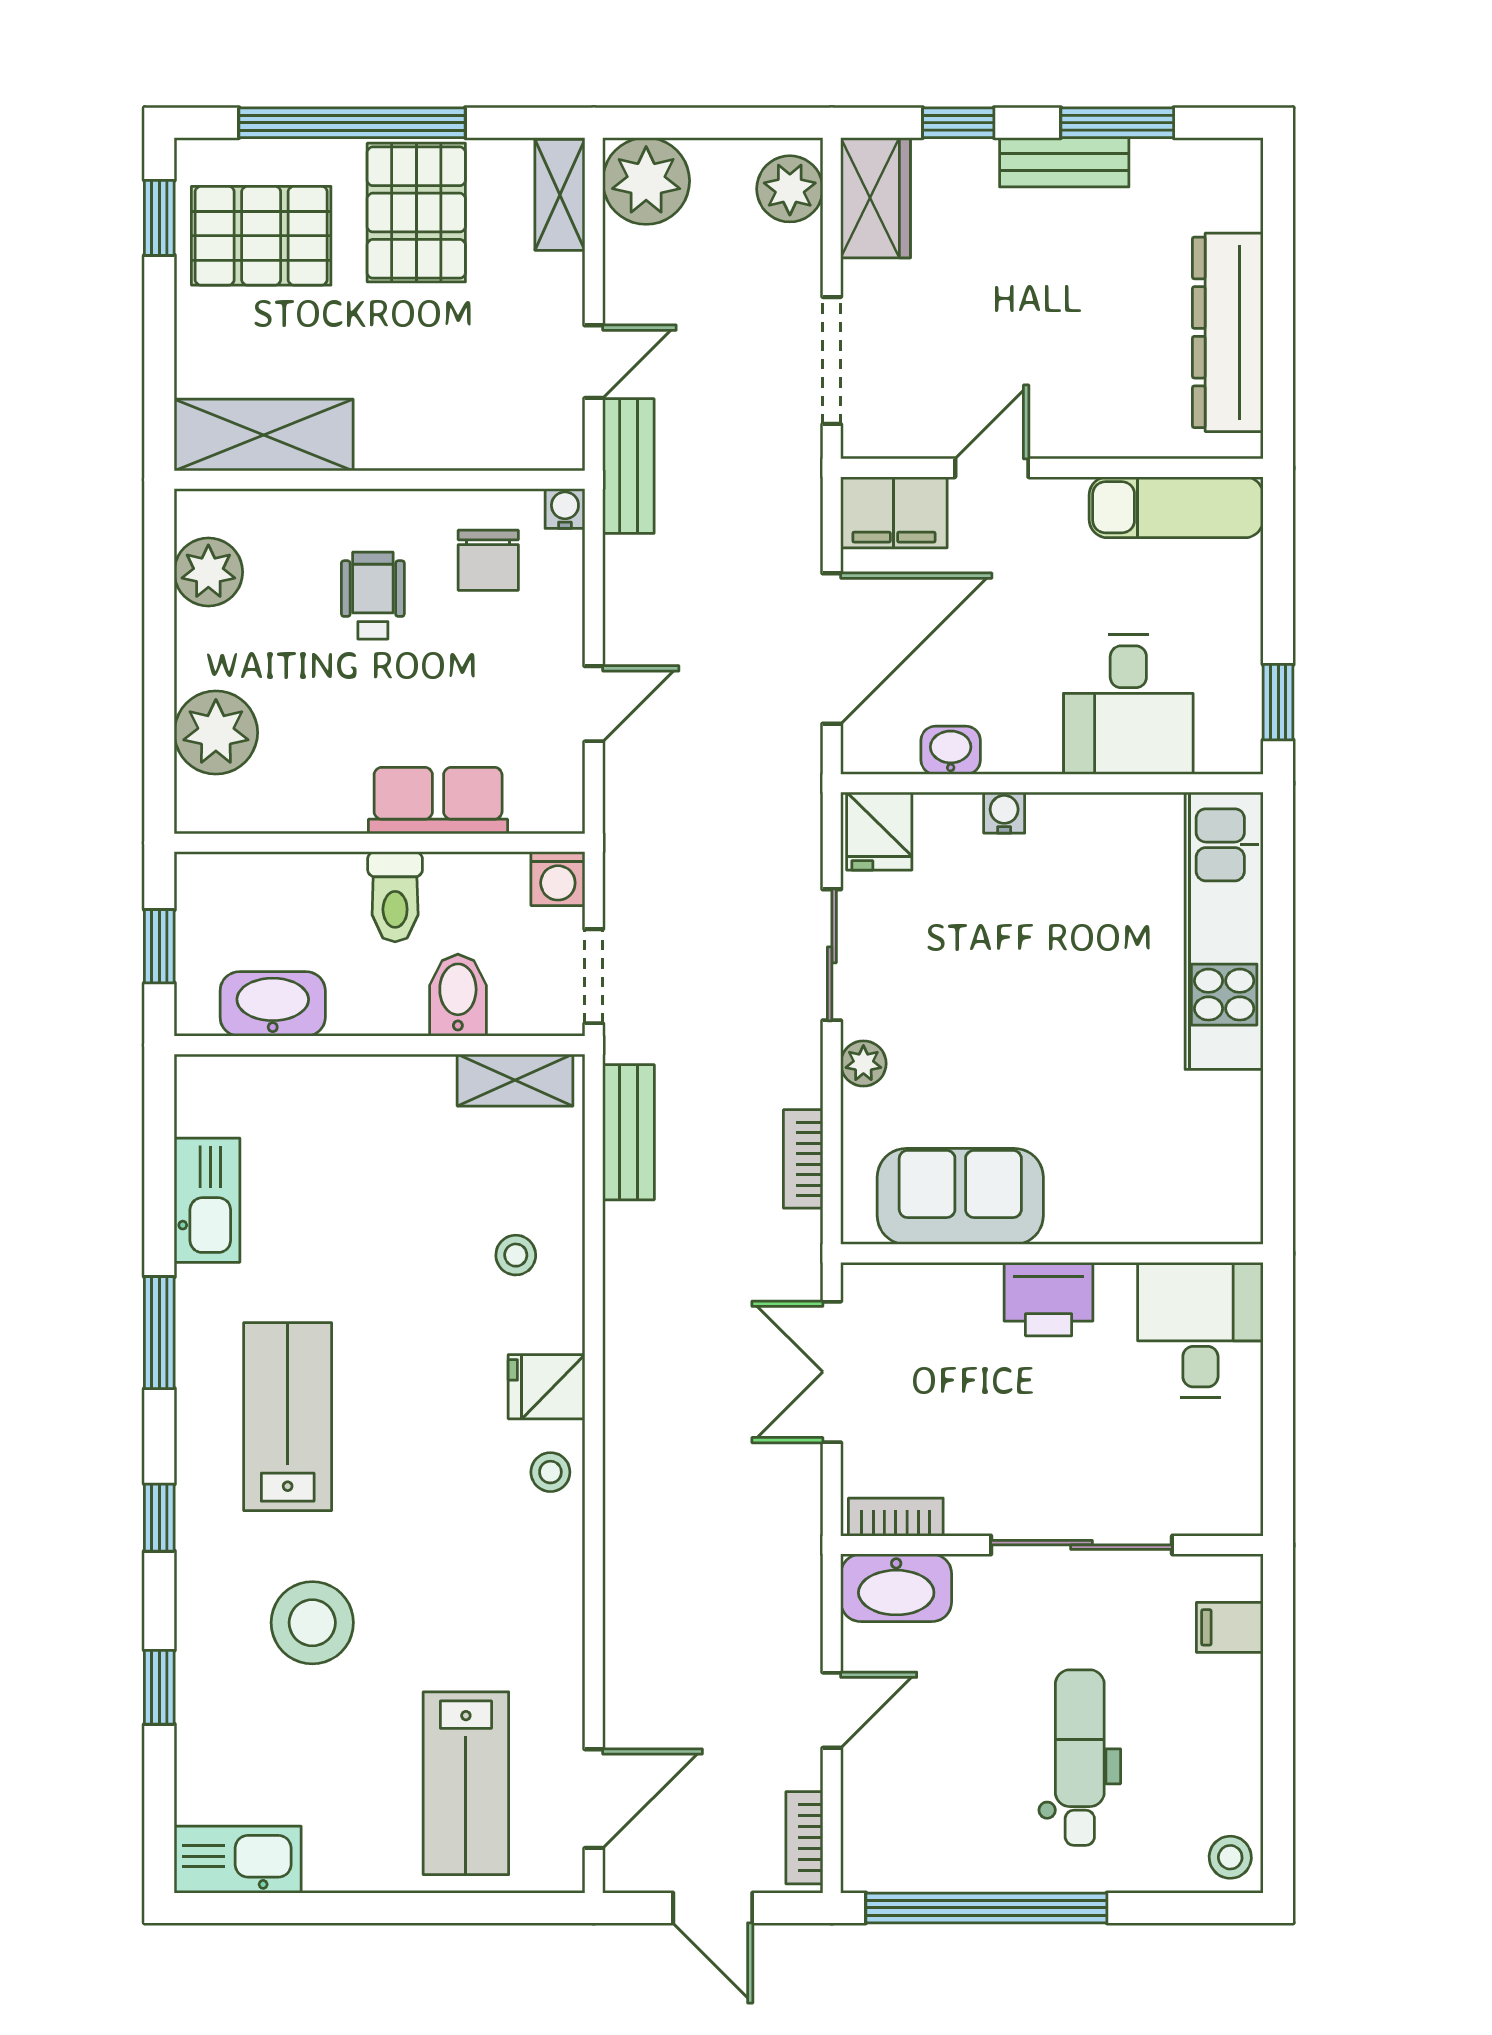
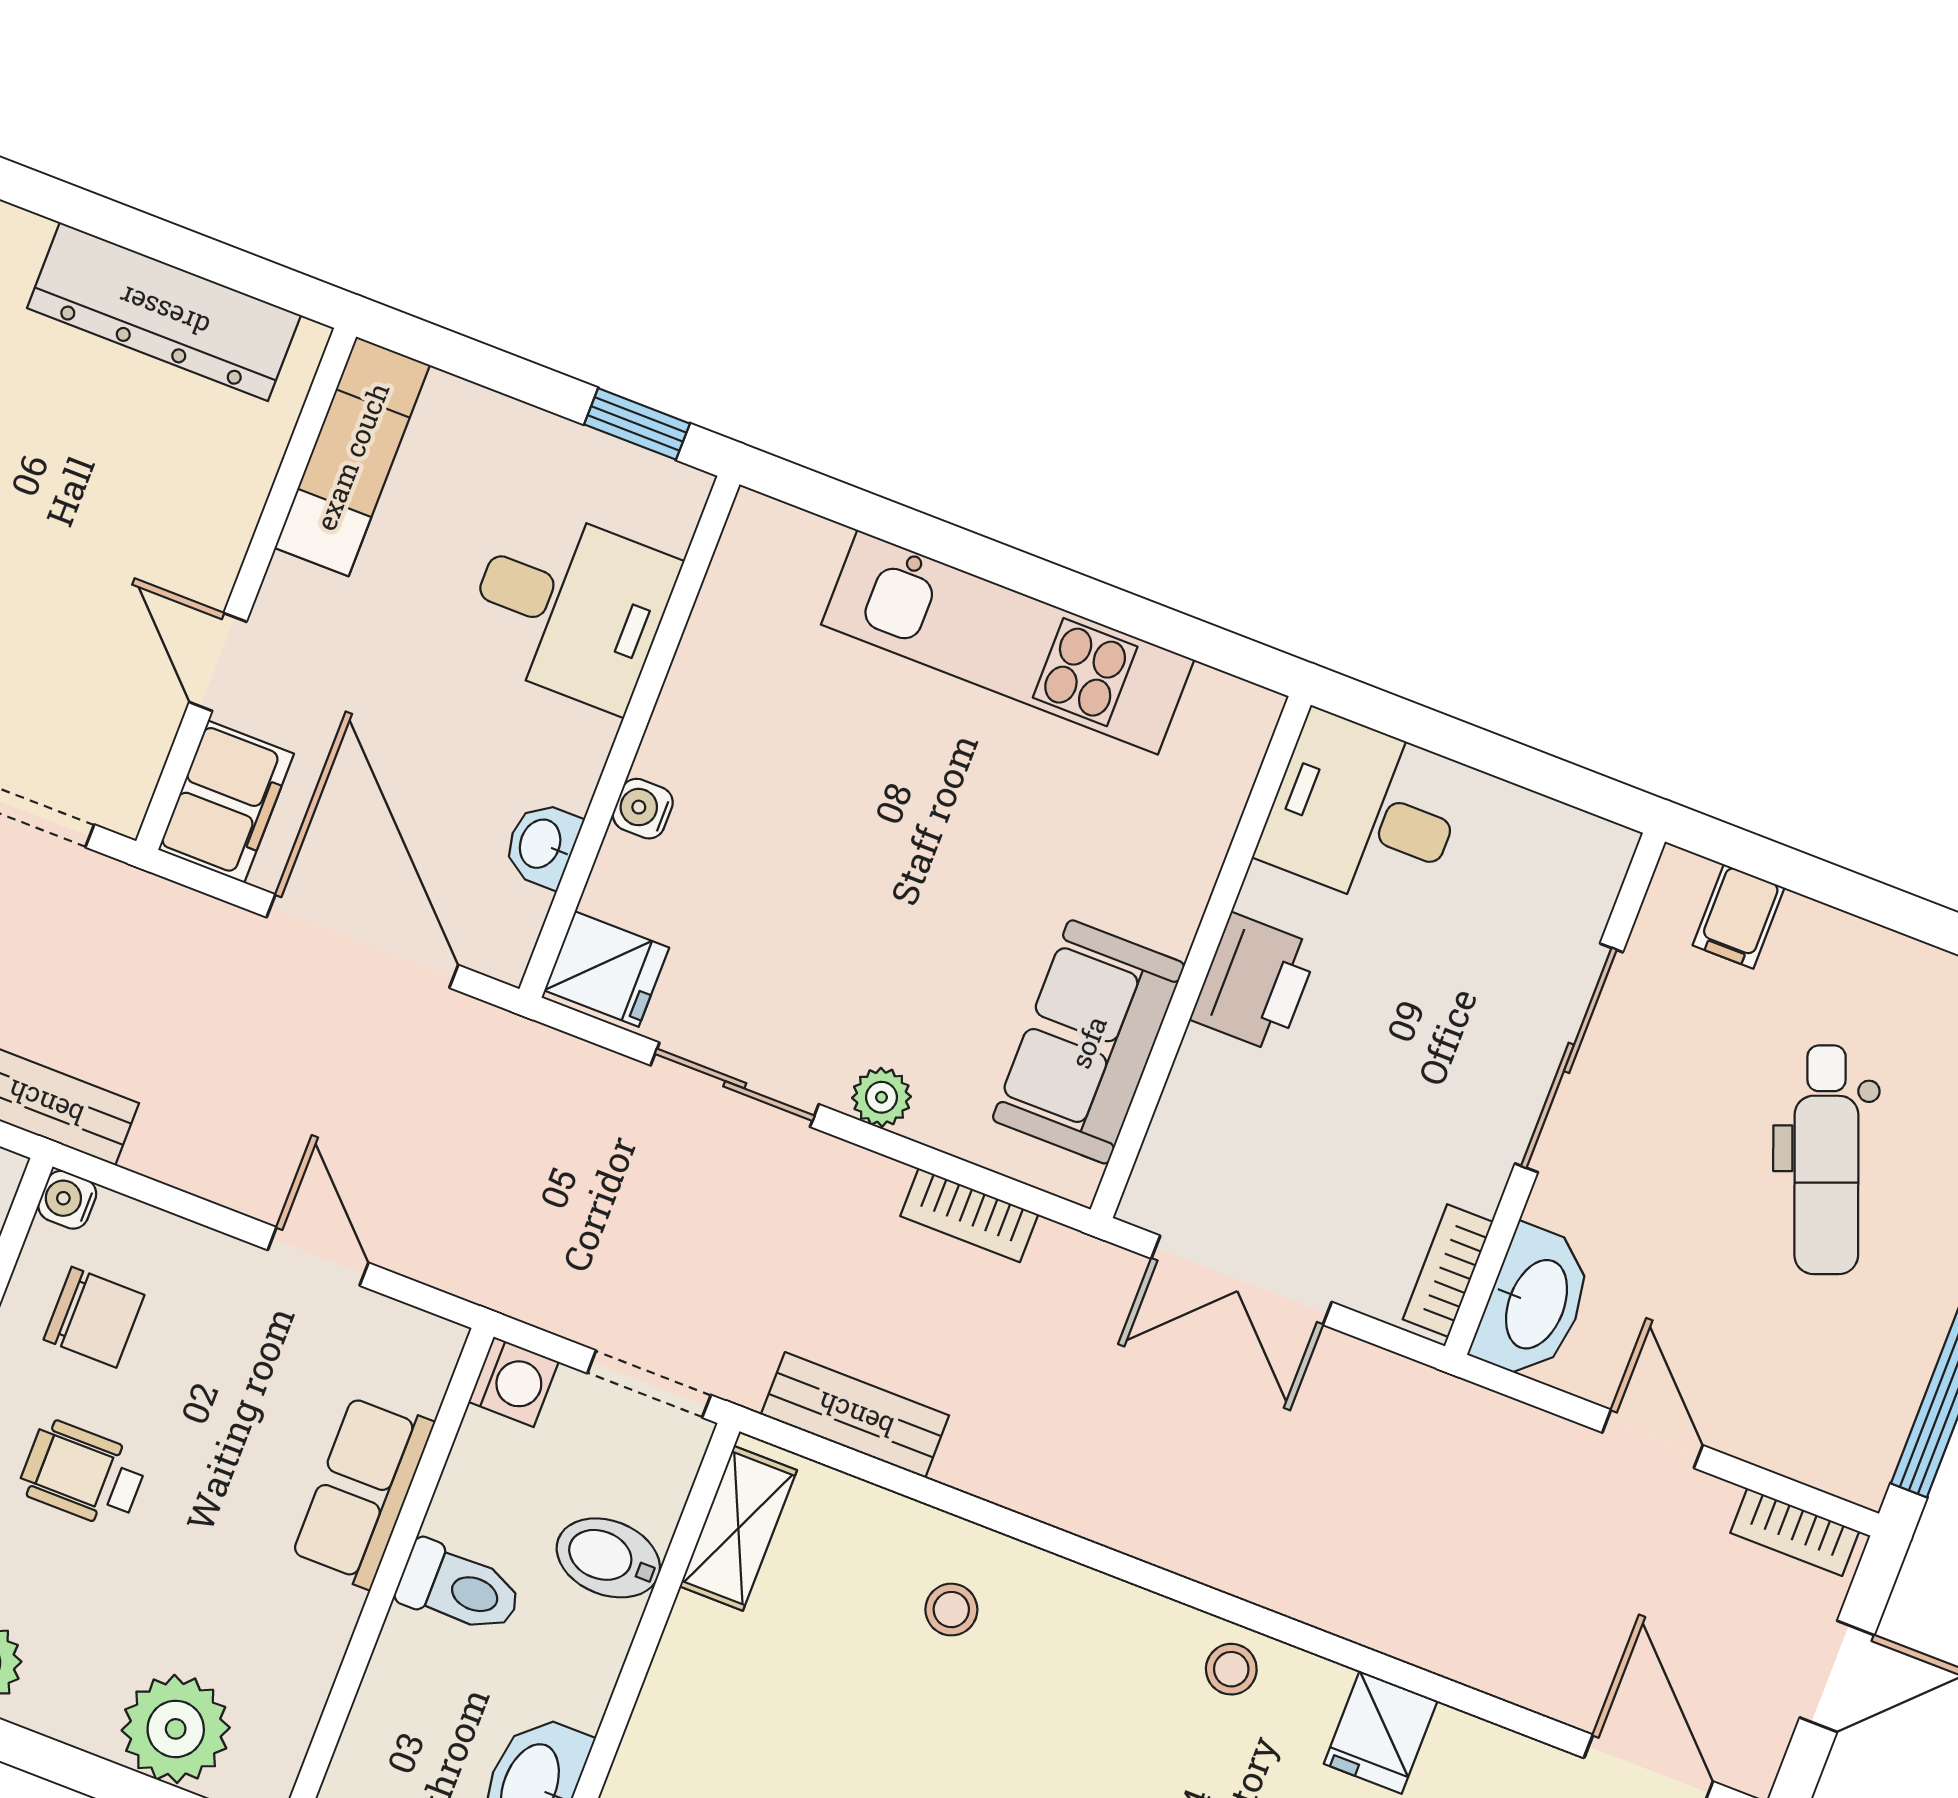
kitchen unit: (1224, 931) -> (1008, 642), moved
fridge: (547, 1387) -> (1381, 1732), moved
dental chair: (1080, 1758) -> (1826, 1160), turned -111

